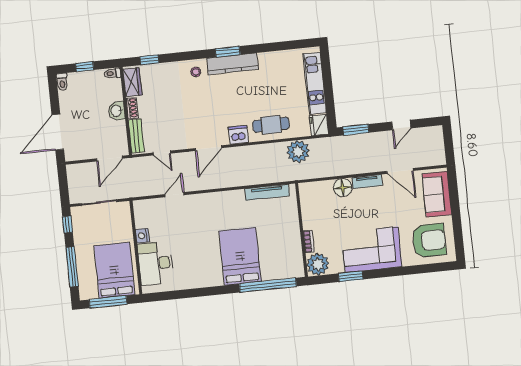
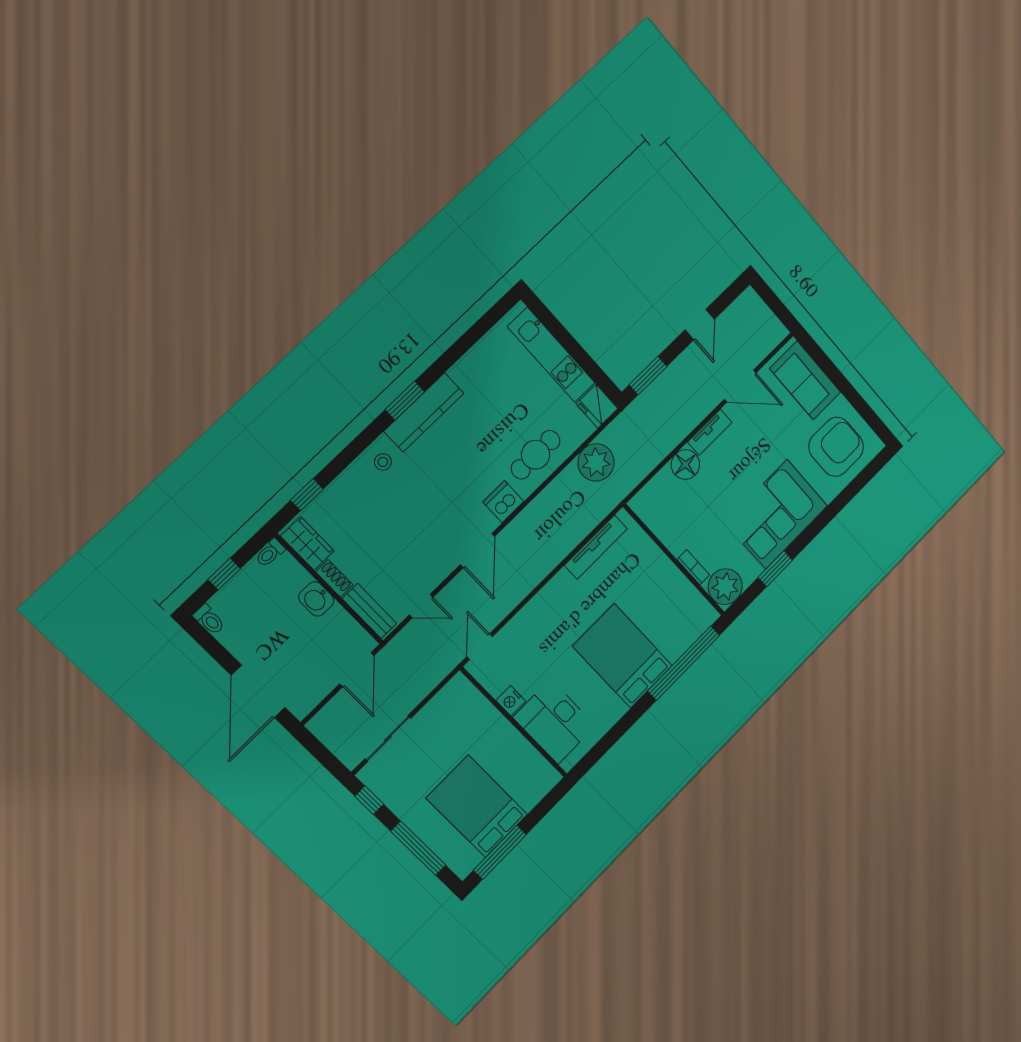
nightstand: (142, 236) -> (511, 701), moved
wall: (136, 247) -> (514, 723), moved
desk: (155, 263) -> (554, 722), moved

